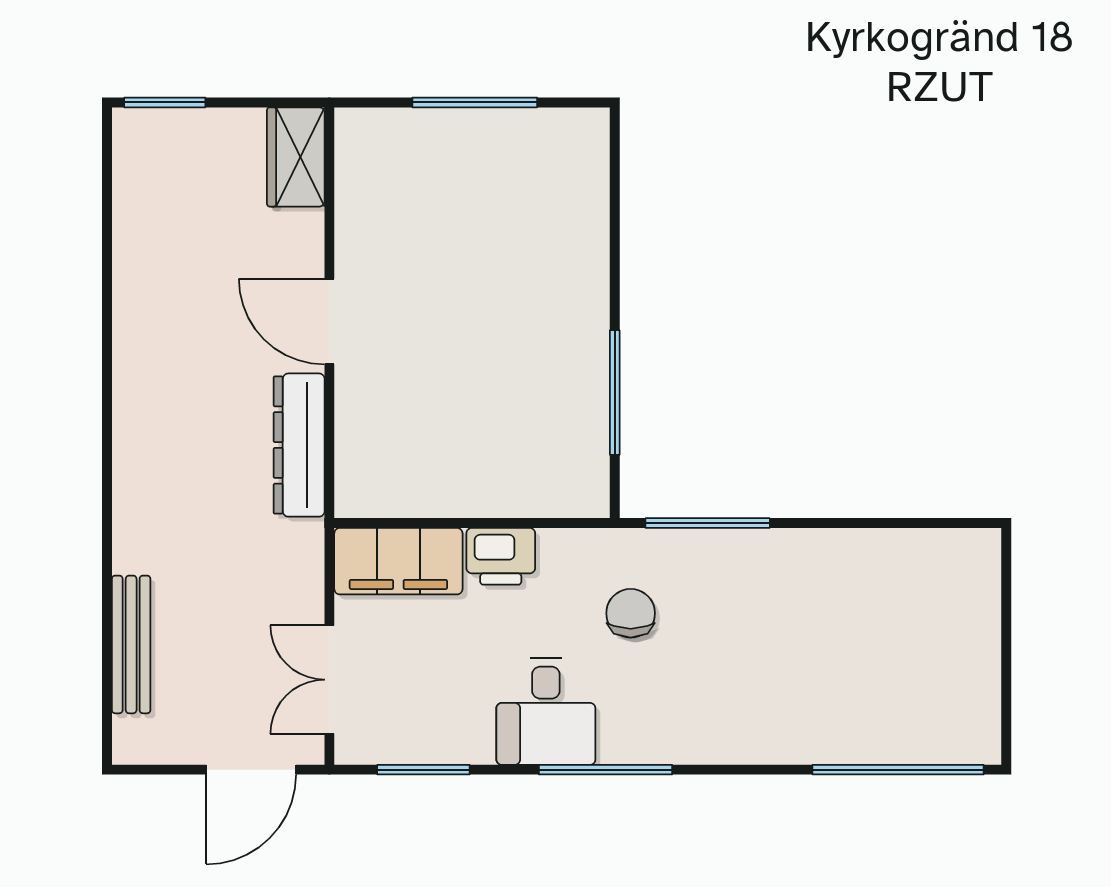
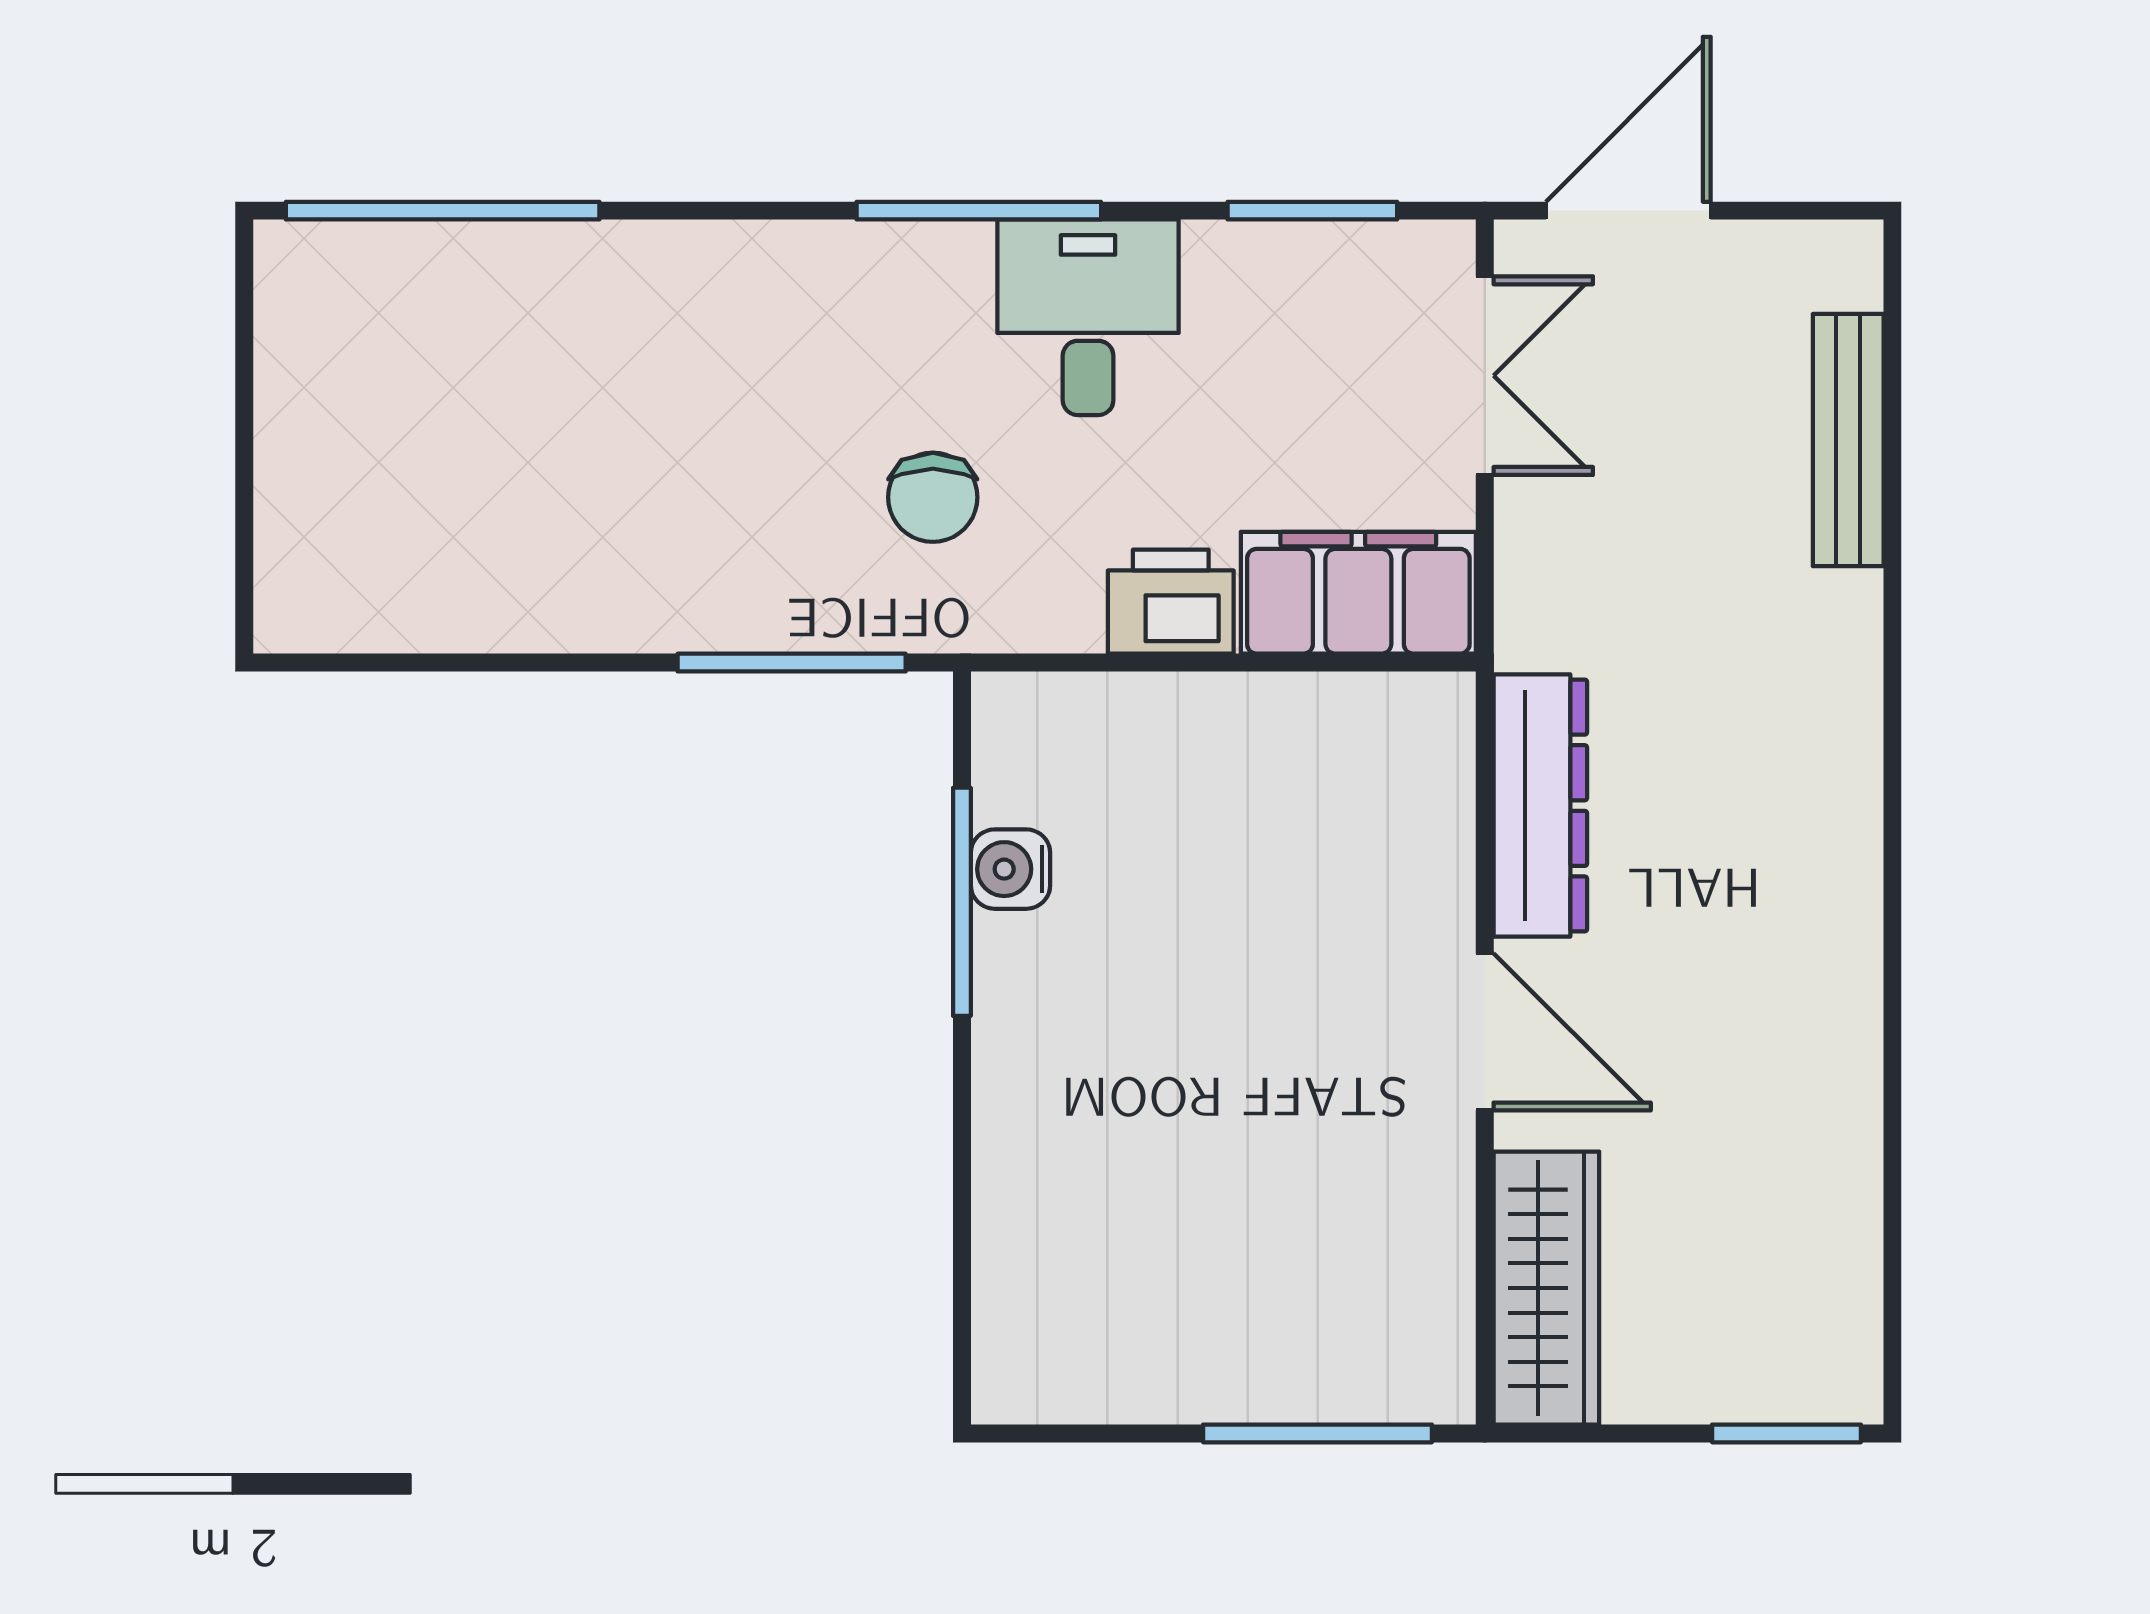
window: (475, 102) -> (1317, 1433), moved
wardrobe: (296, 157) -> (1546, 1288), width x1.50
water cooler: (588, 410) -> (1011, 869), added

